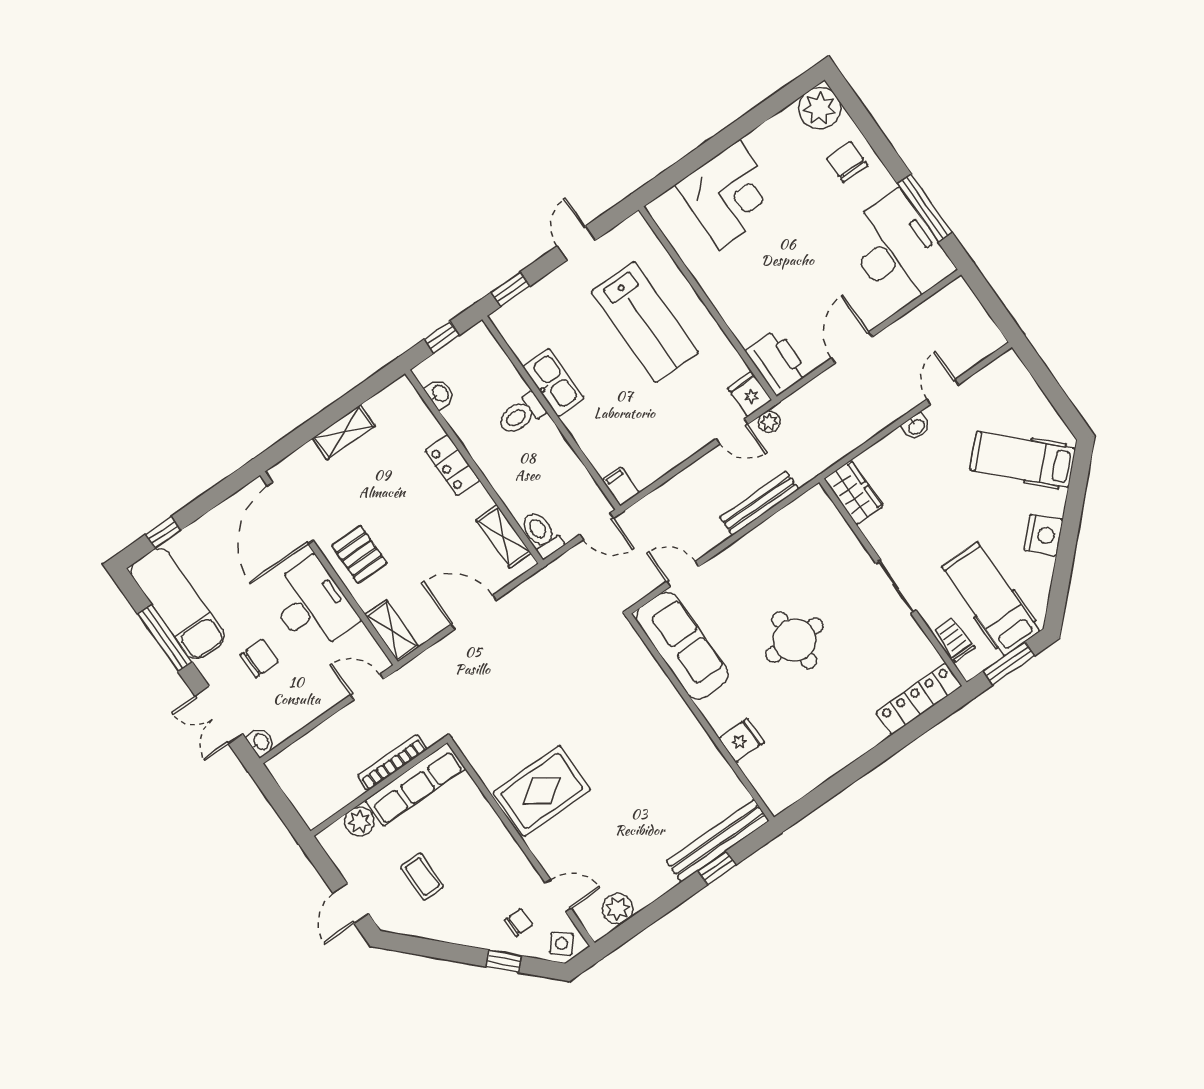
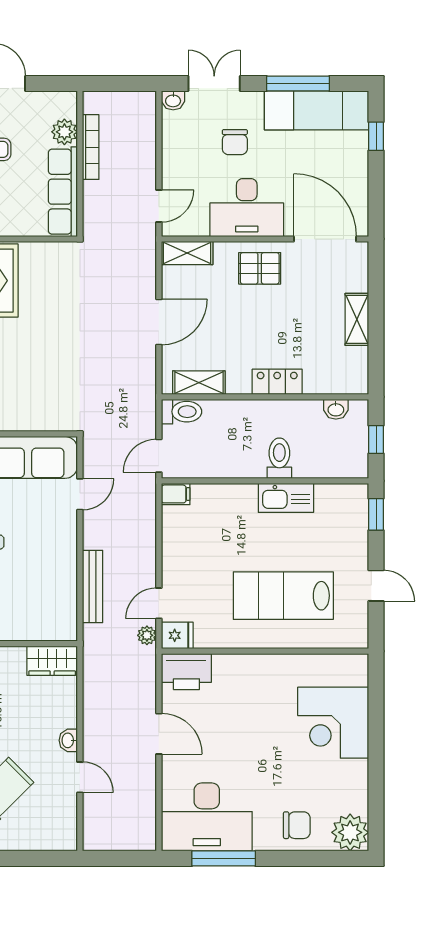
bookcase: (392, 763) -> (91, 147), moved

